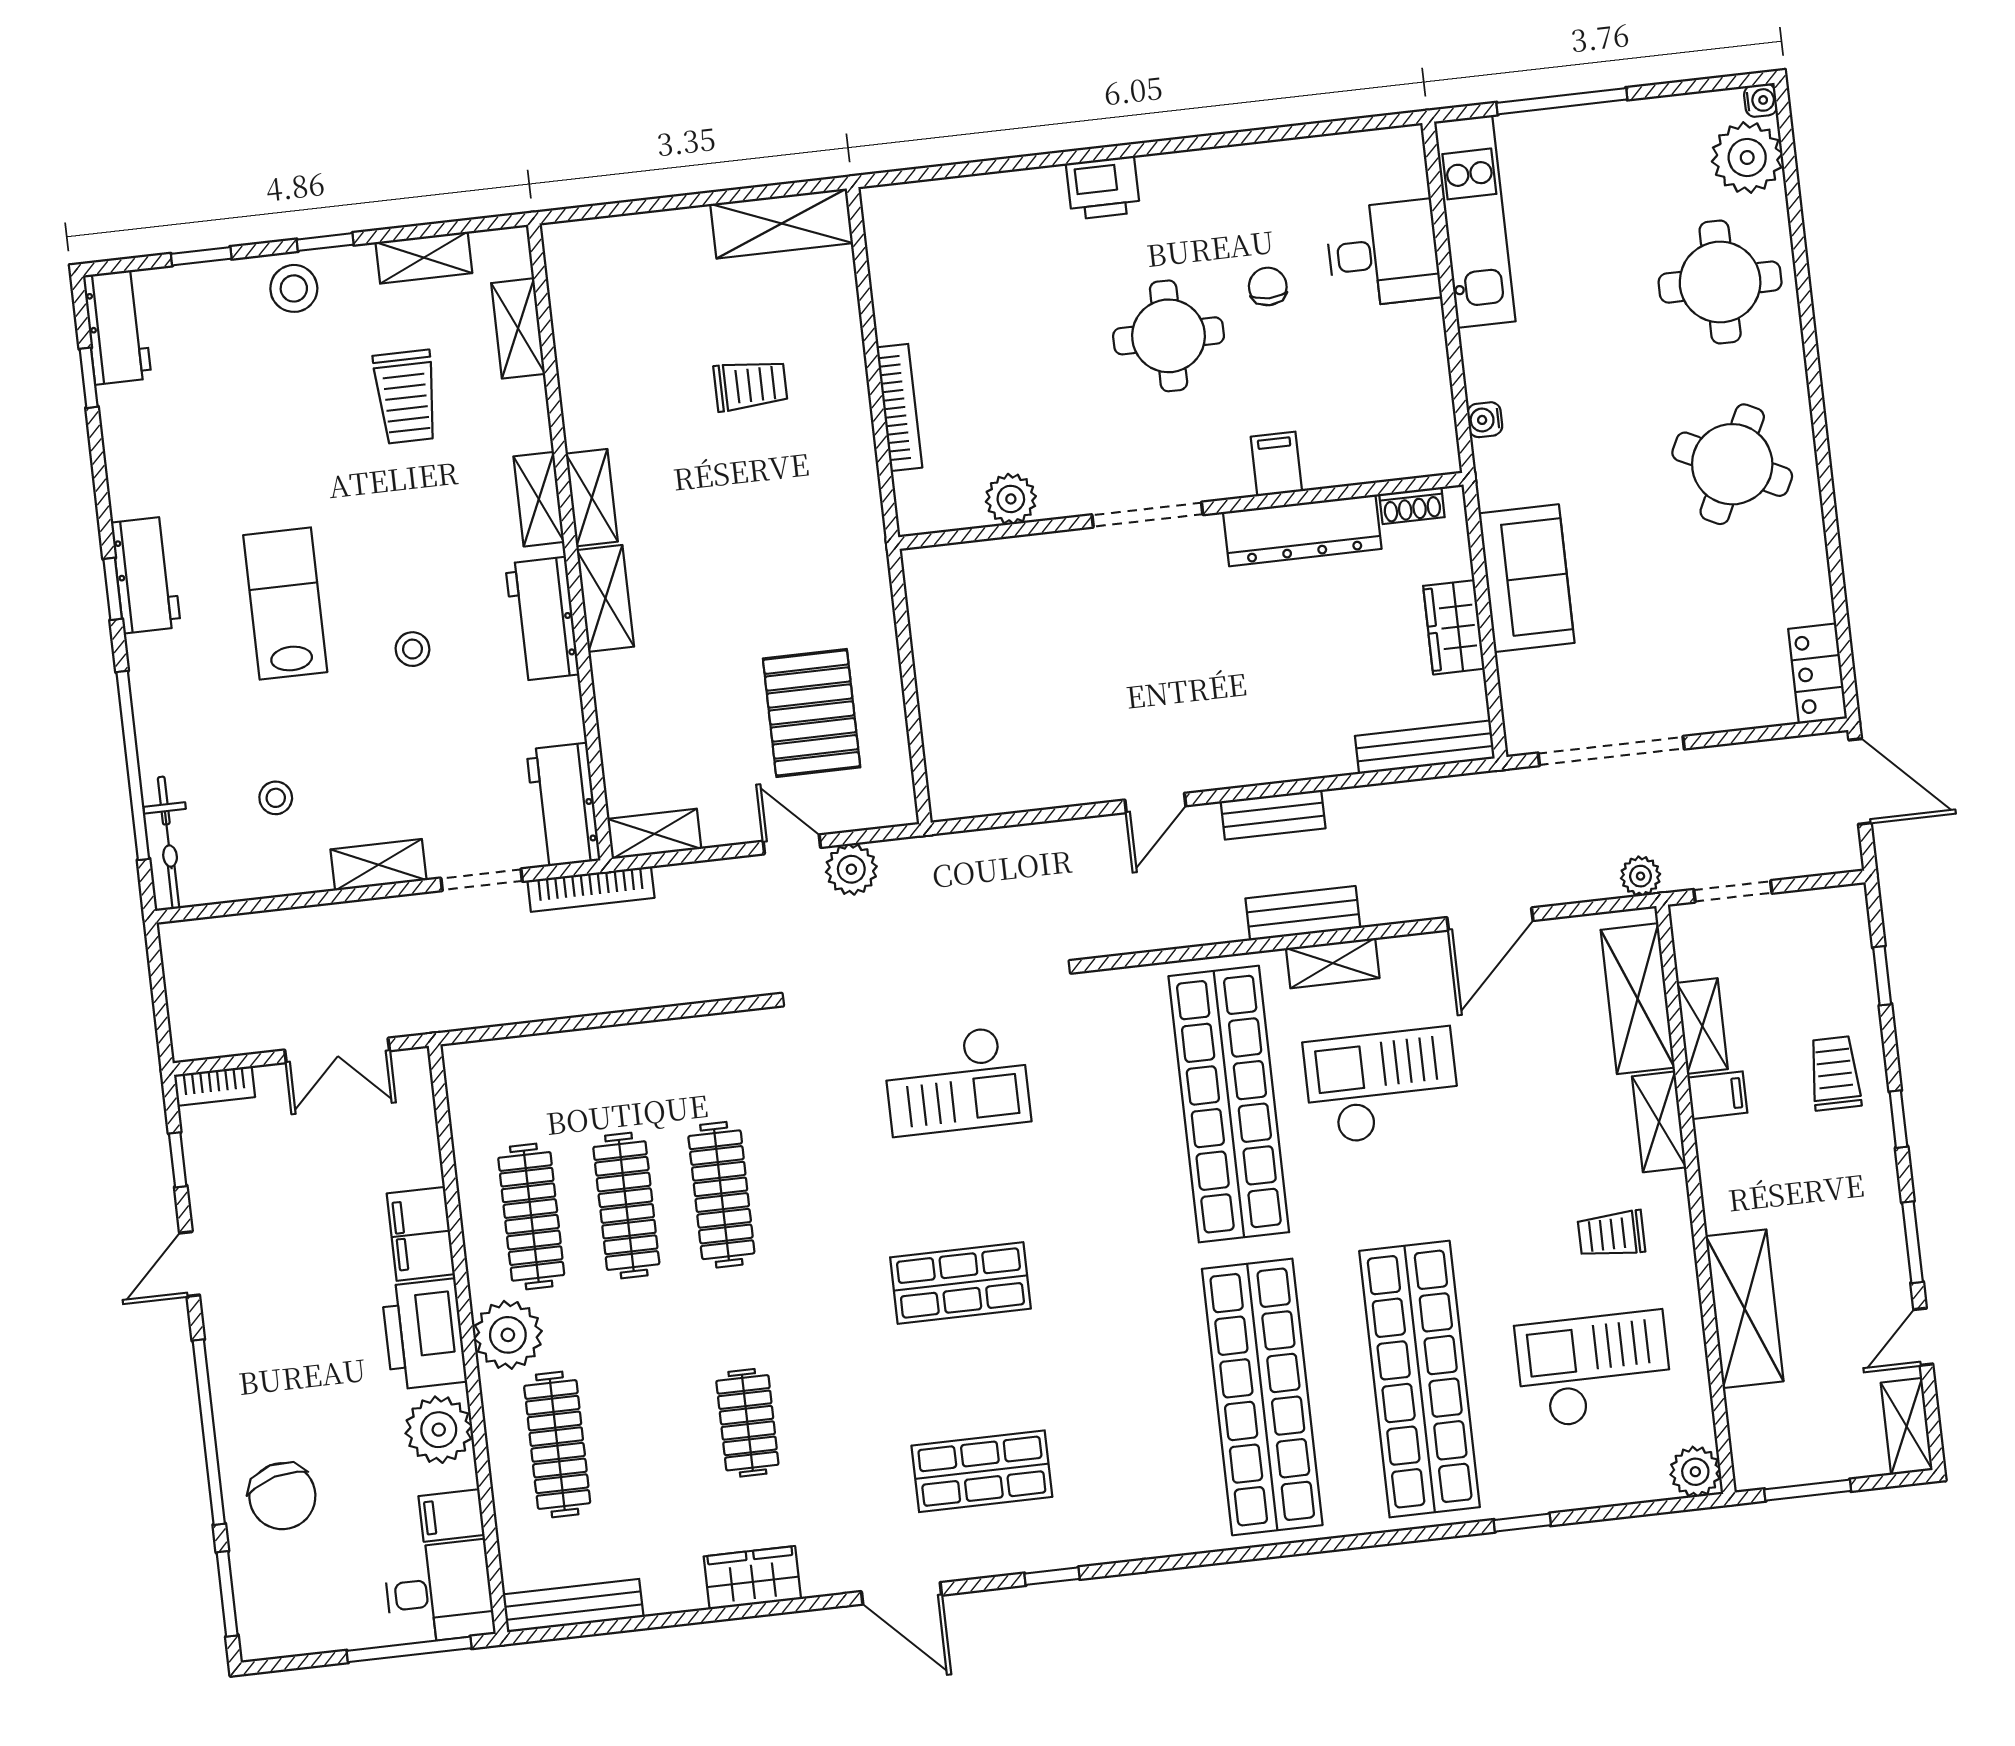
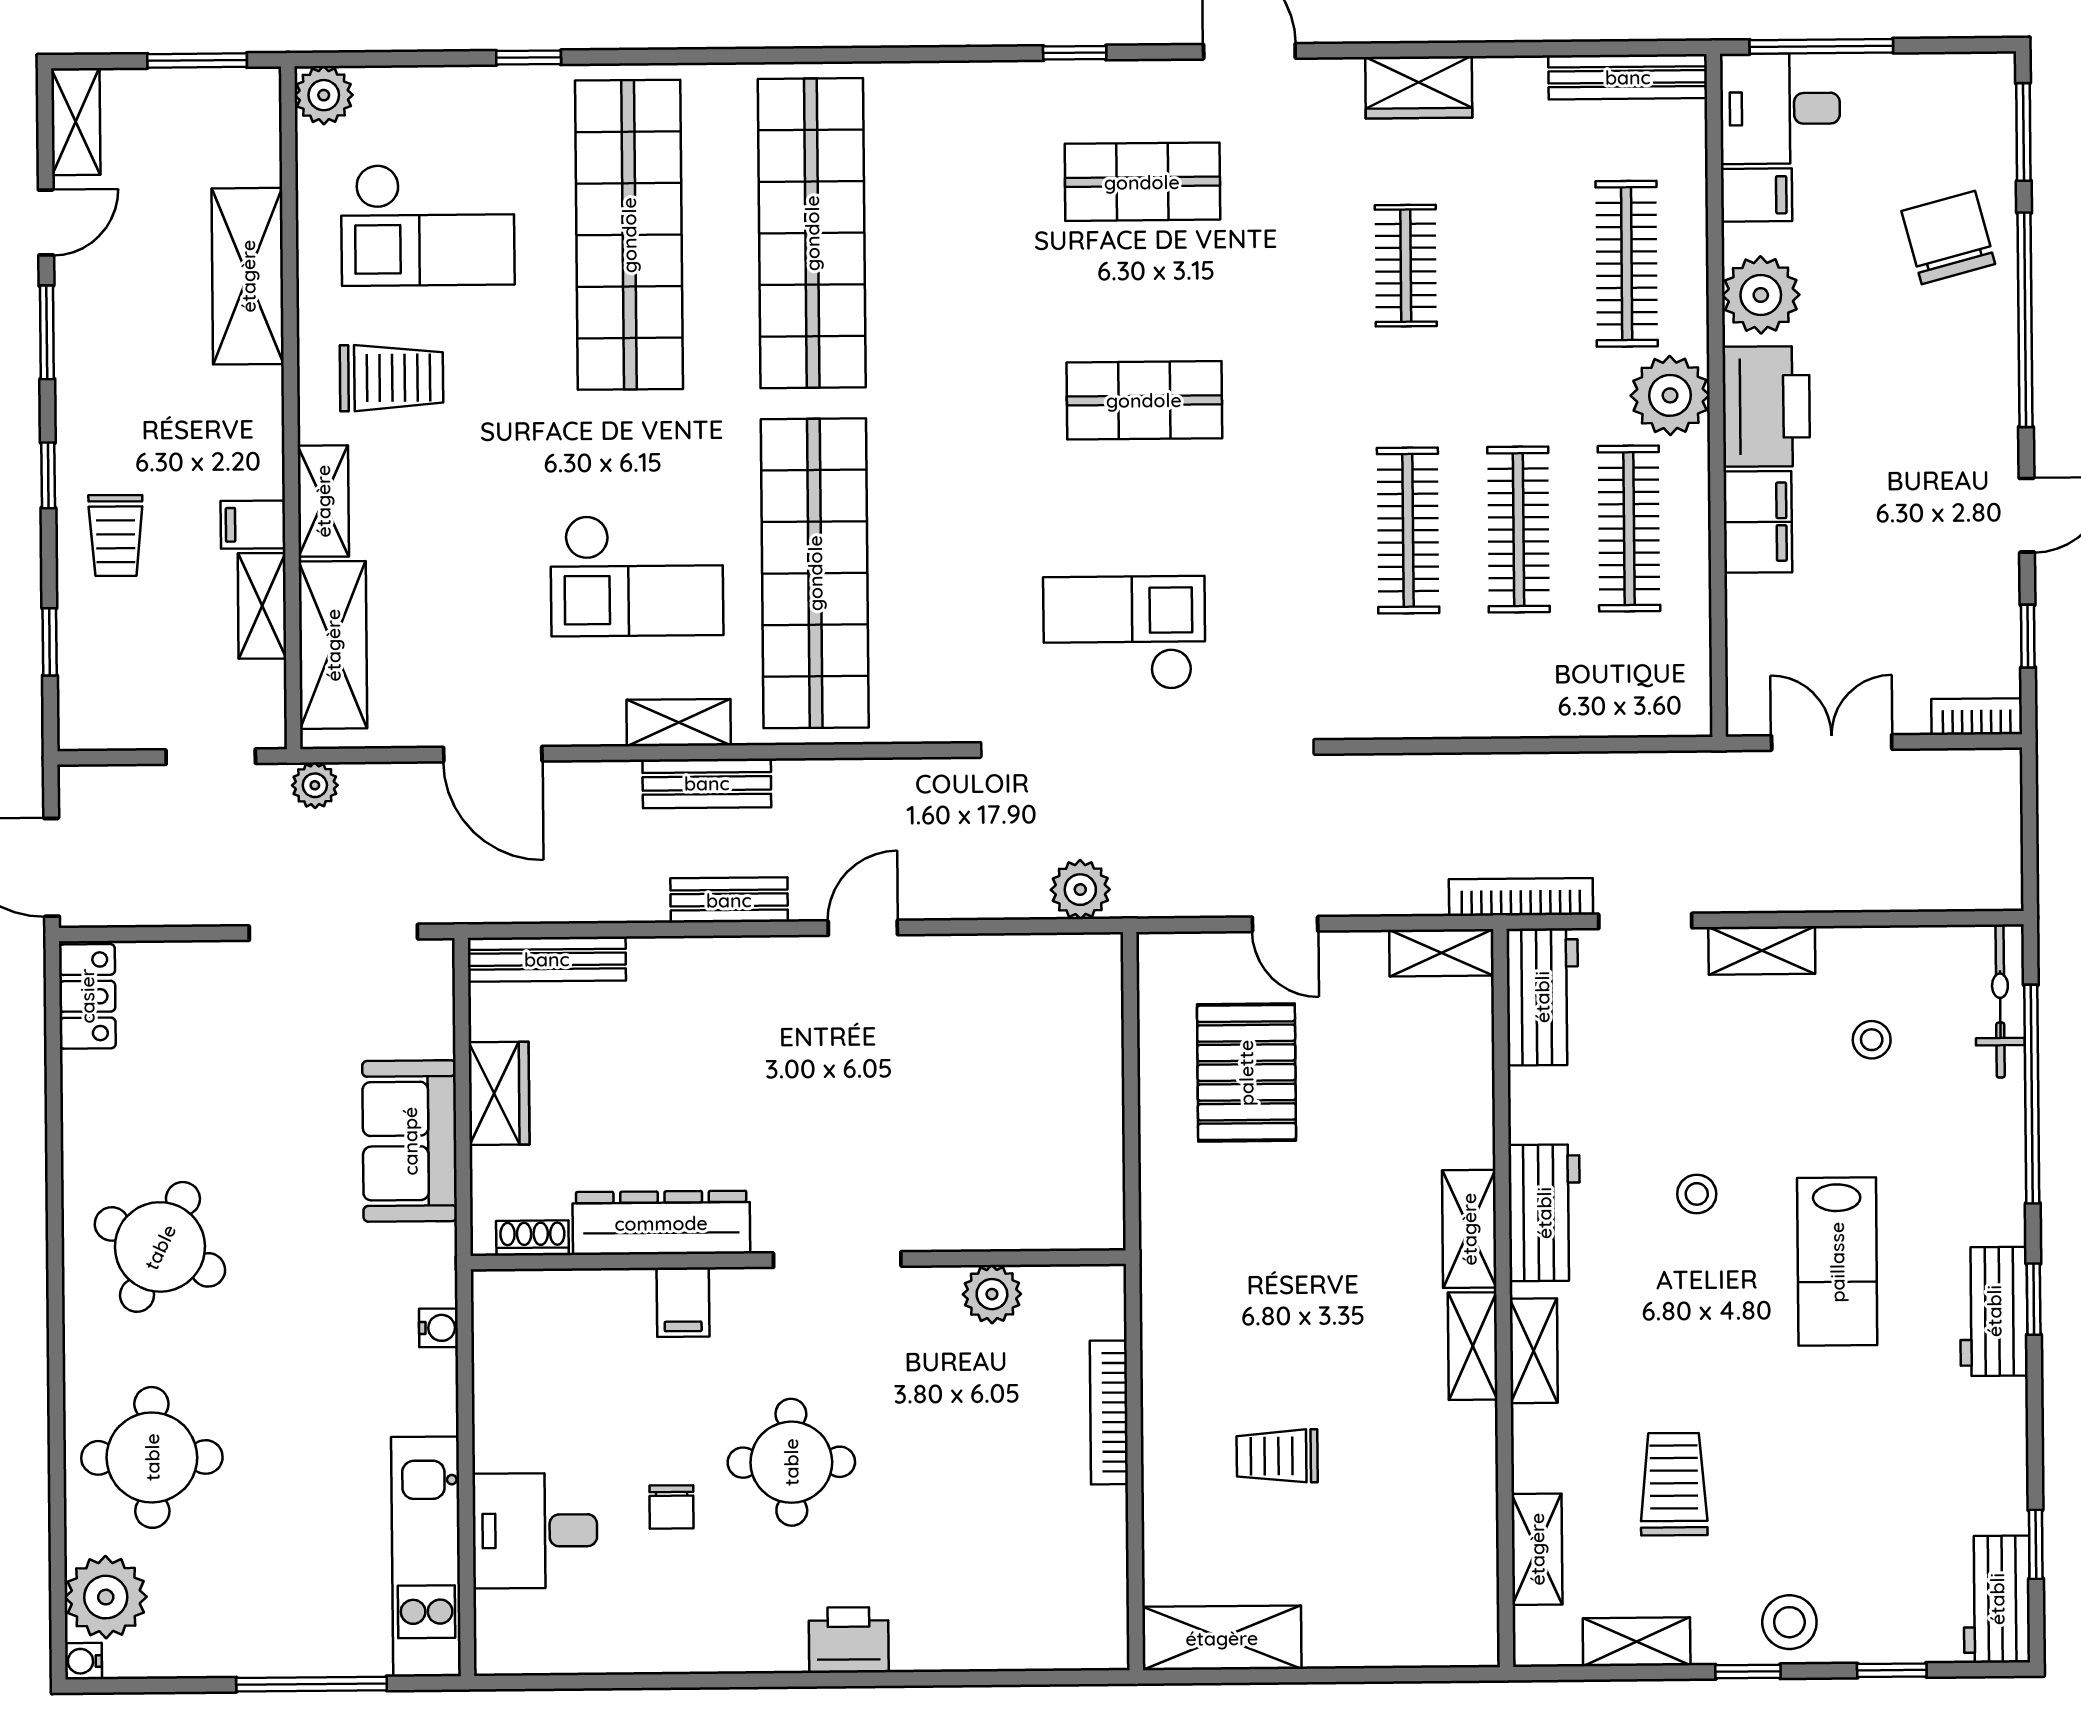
plant: (851, 869) -> (1080, 890), moved
door: (1490, 919) -> (493, 754), swing flipped
trolley: (1611, 1234) -> (391, 378), width x1.36, depth x1.39

